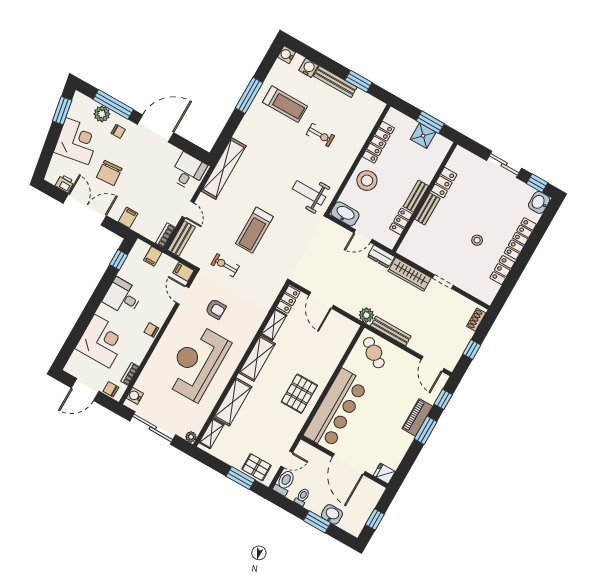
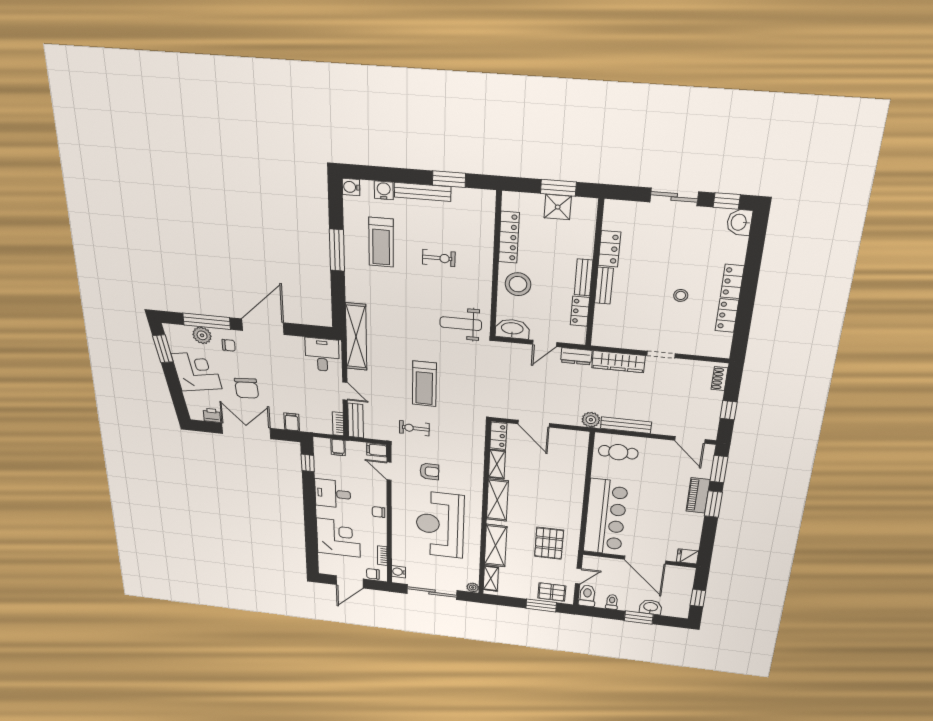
treadmill: (285, 104) -> (381, 242), turned 90
locker: (520, 239) -> (732, 281), width x0.66
cafe table: (374, 353) -> (618, 452), turned -35
pallet: (299, 394) -> (549, 543), moved
window: (443, 399) -> (719, 469), width x1.50

